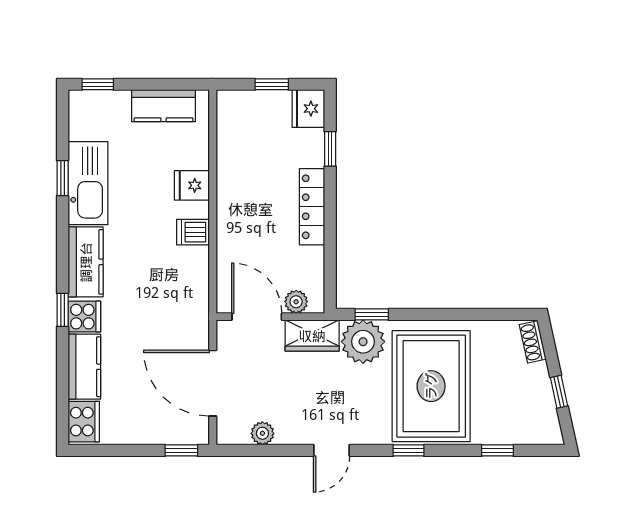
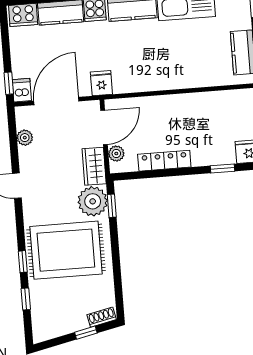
fridge: (192, 185) -> (101, 83), moved
locker: (312, 207) -> (164, 161), moved
dishwasher: (193, 232) -> (22, 90), moved
window: (559, 392) -> (86, 333), moved
window: (409, 450) -> (23, 262), moved

